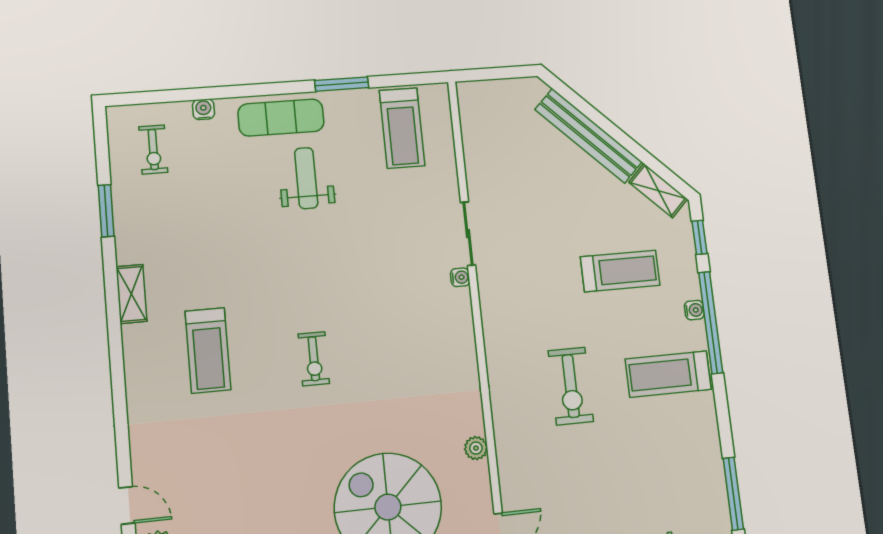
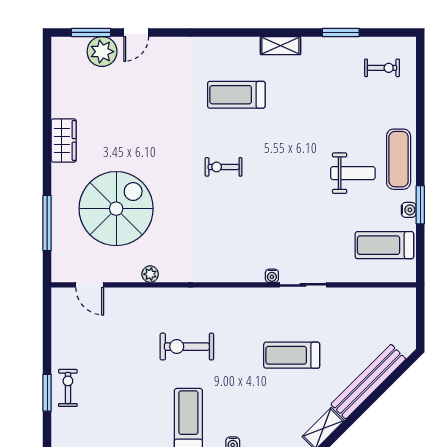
water cooler: (203, 109) -> (409, 210), moved
exercise bike: (153, 149) -> (382, 68), turned 180
treadmill: (620, 271) -> (292, 355), moved, turned 90

